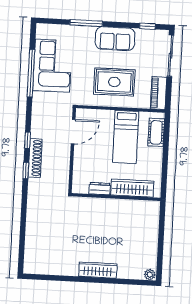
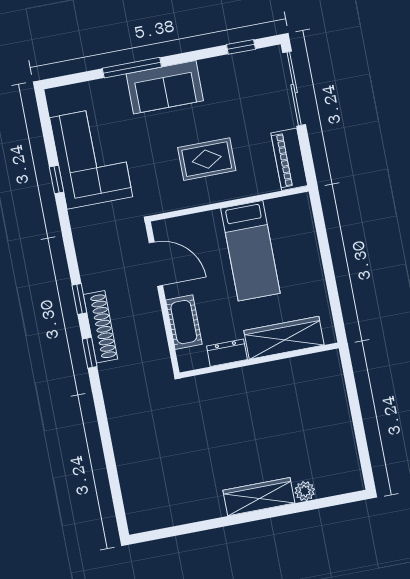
sofa: (115, 39) -> (165, 87), moved
window: (31, 73) -> (56, 180), width x0.32
rug: (114, 82) -> (207, 159), width x0.73, depth x0.70
door: (73, 132) -> (156, 264), hinge flipped
cot: (156, 132) -> (184, 322), moved
plant: (150, 275) -> (305, 491), moved

